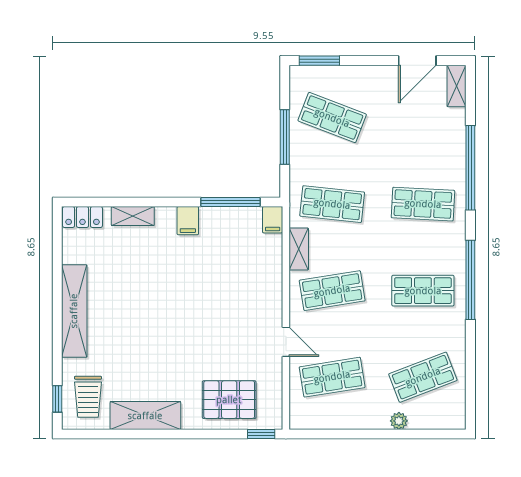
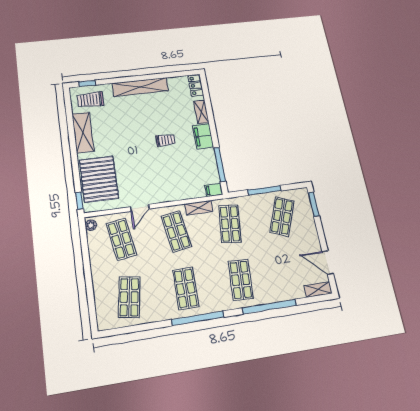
filing cabinet: (188, 221) -> (203, 136), width x2.00
trolley: (176, 284) -> (166, 140), added
shop shelf: (423, 377) -> (129, 297), turned 30
pallet: (229, 400) -> (99, 179), width x1.37, depth x1.41
plant: (399, 421) -> (91, 225), moved

